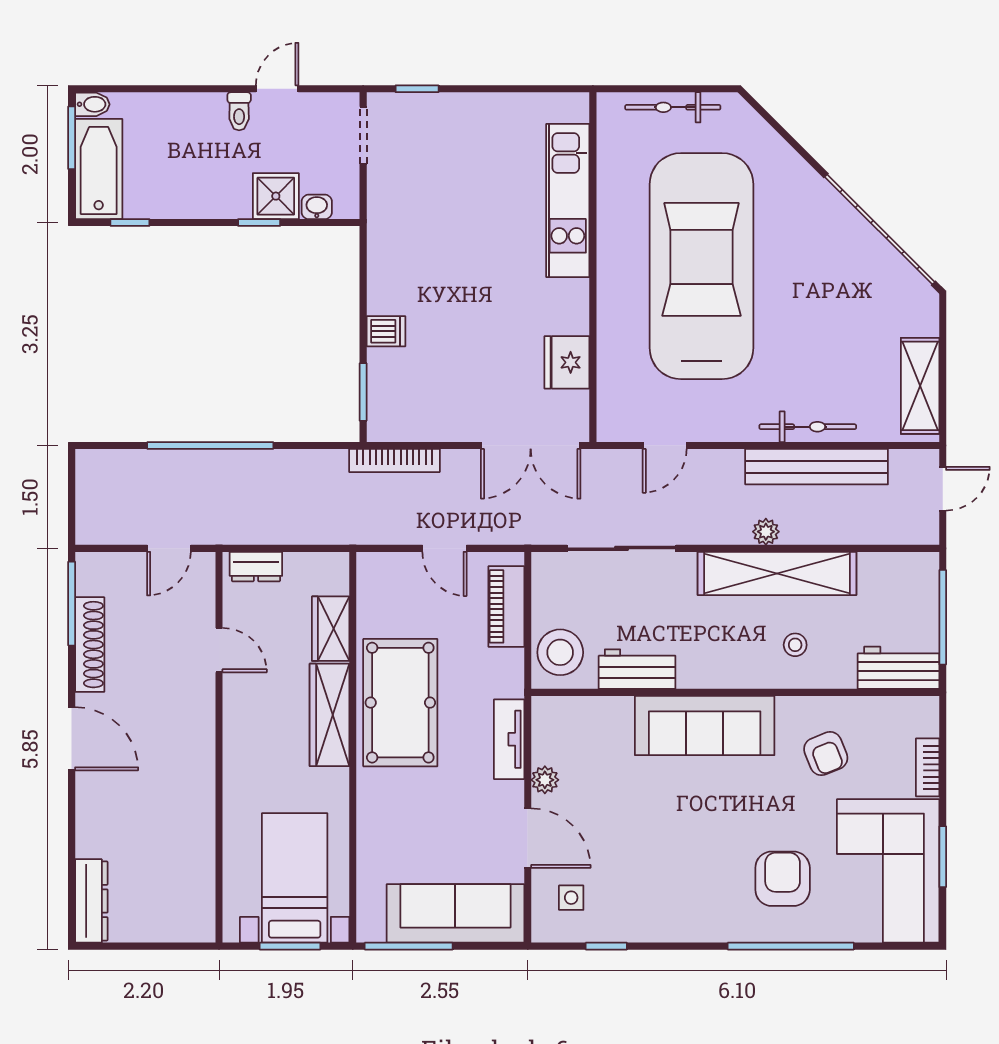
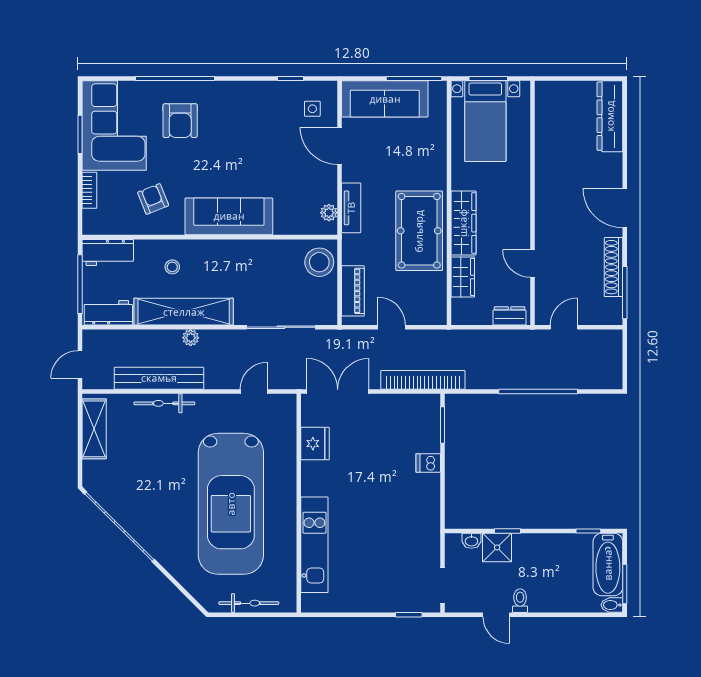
door: (277, 89) -> (496, 615), hinge flipped
bookcase: (394, 461) -> (423, 380), width x1.48, depth x1.31
workbench: (637, 669) -> (108, 313), moved, turned 180
plant: (545, 780) -> (329, 213), moved
dresser: (91, 901) -> (610, 116), width x1.37, depth x1.24

